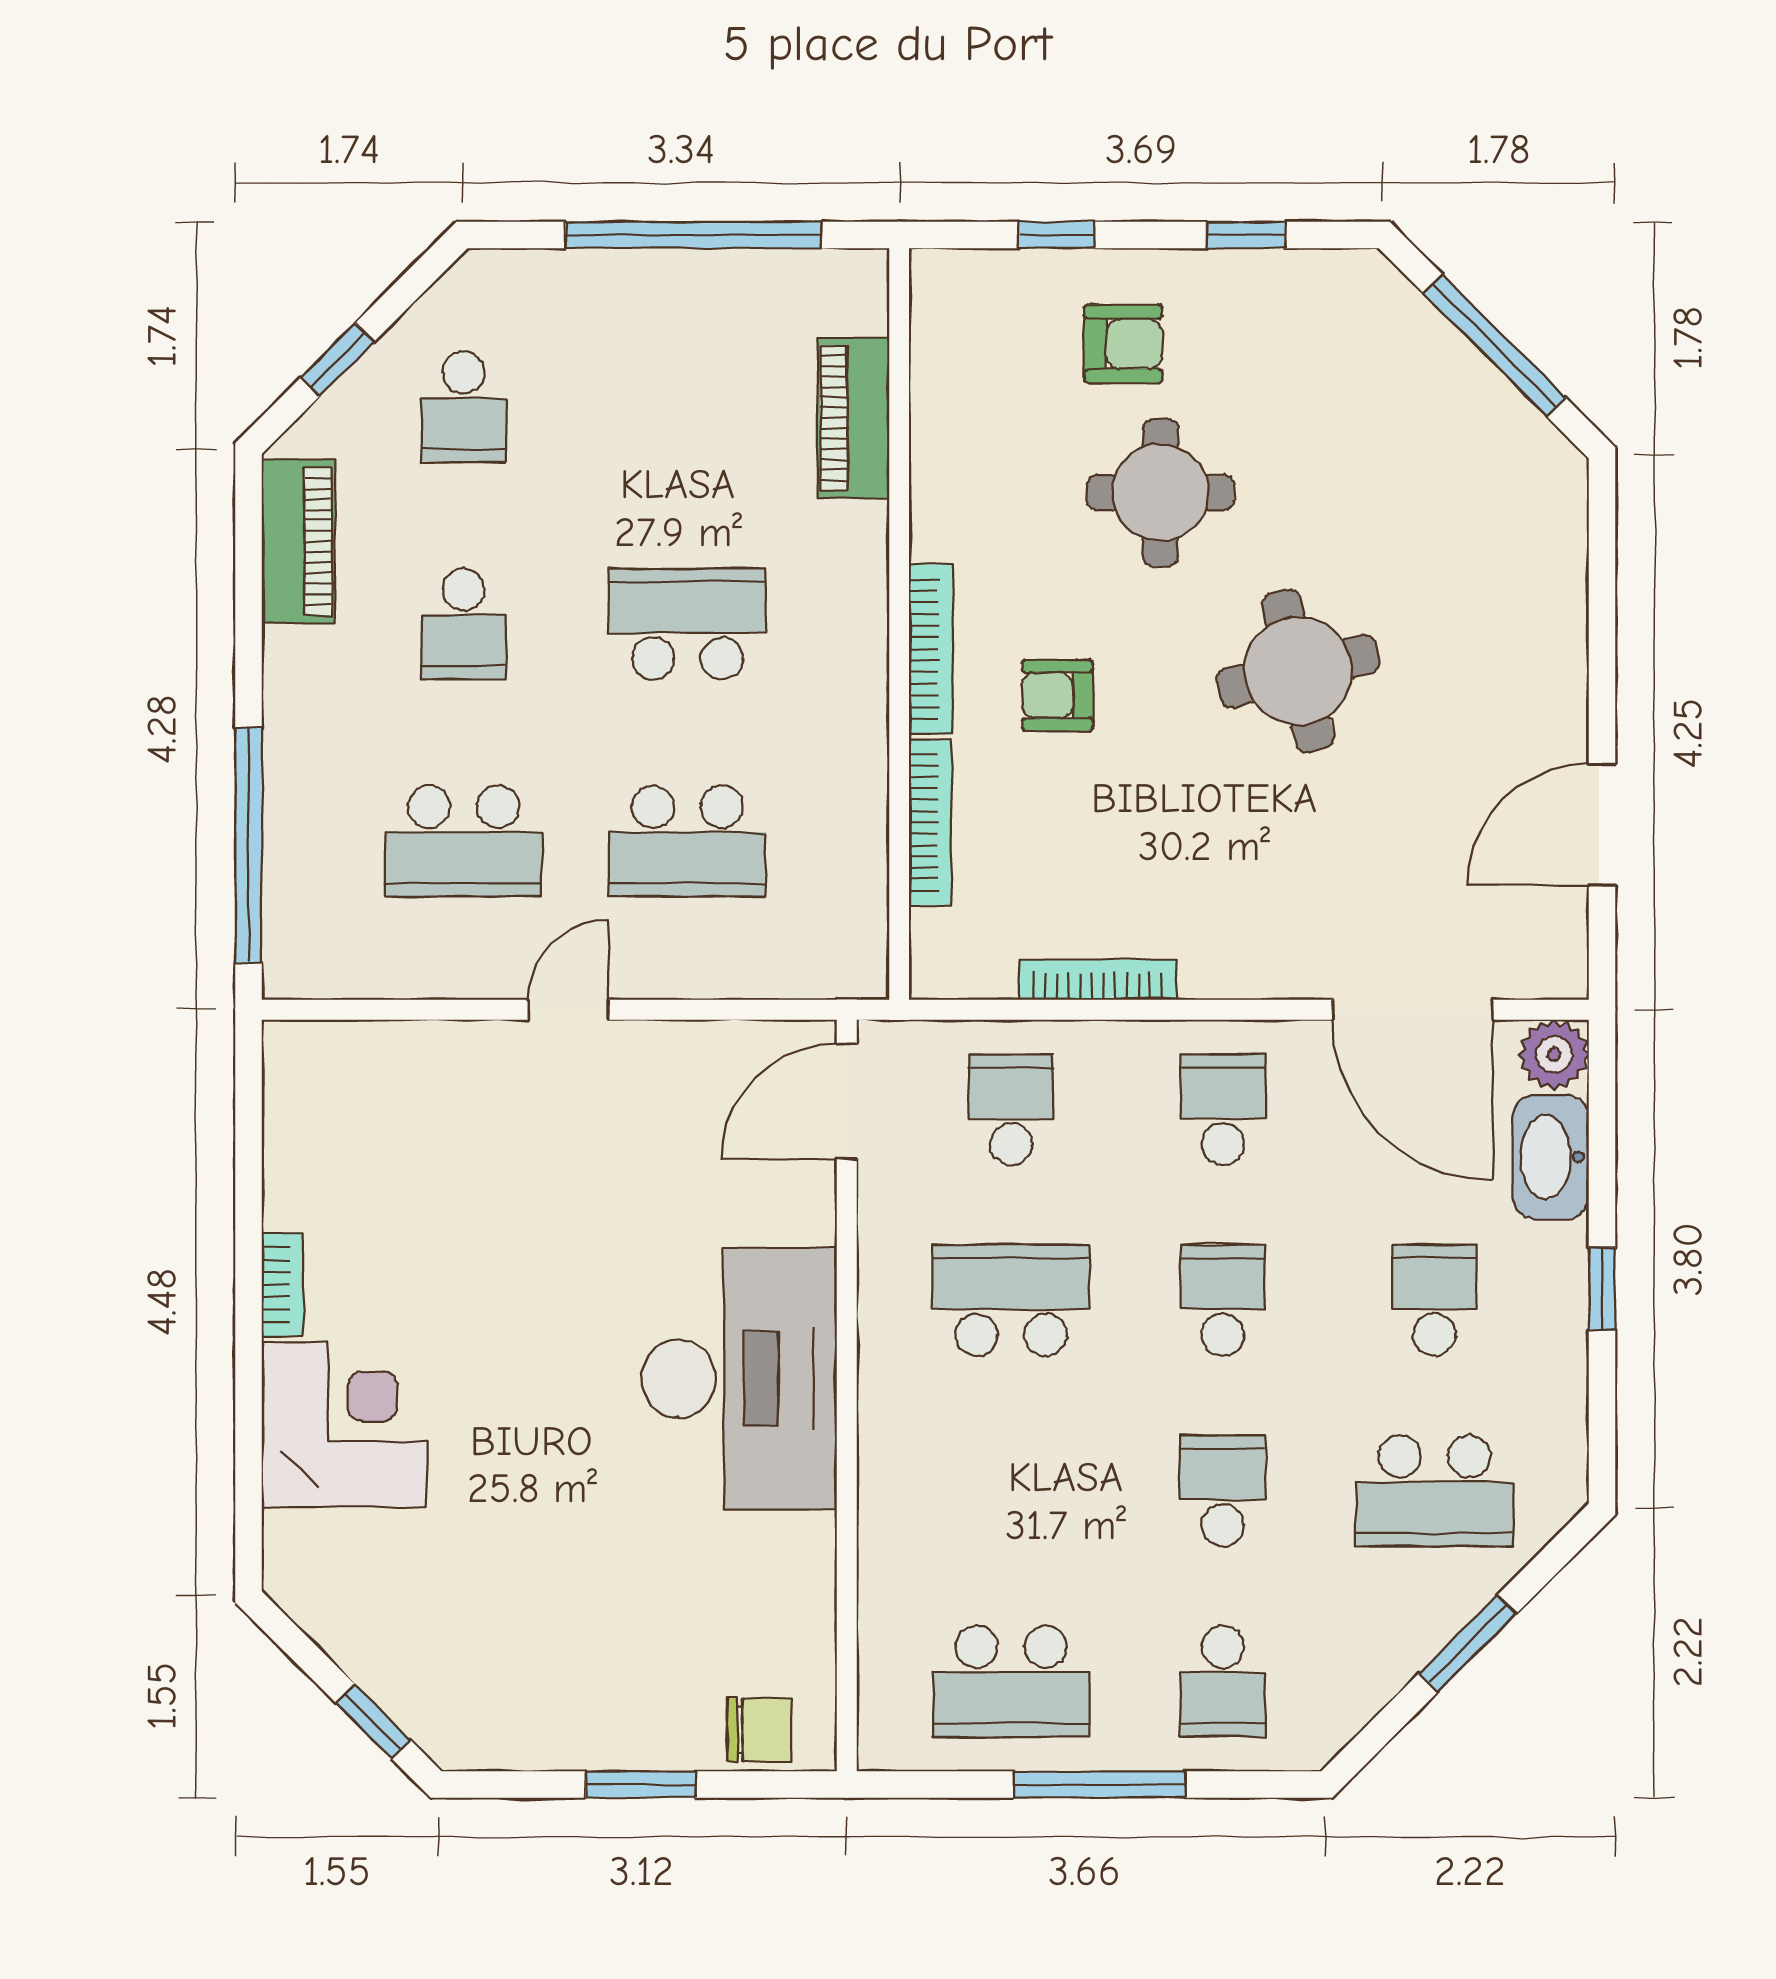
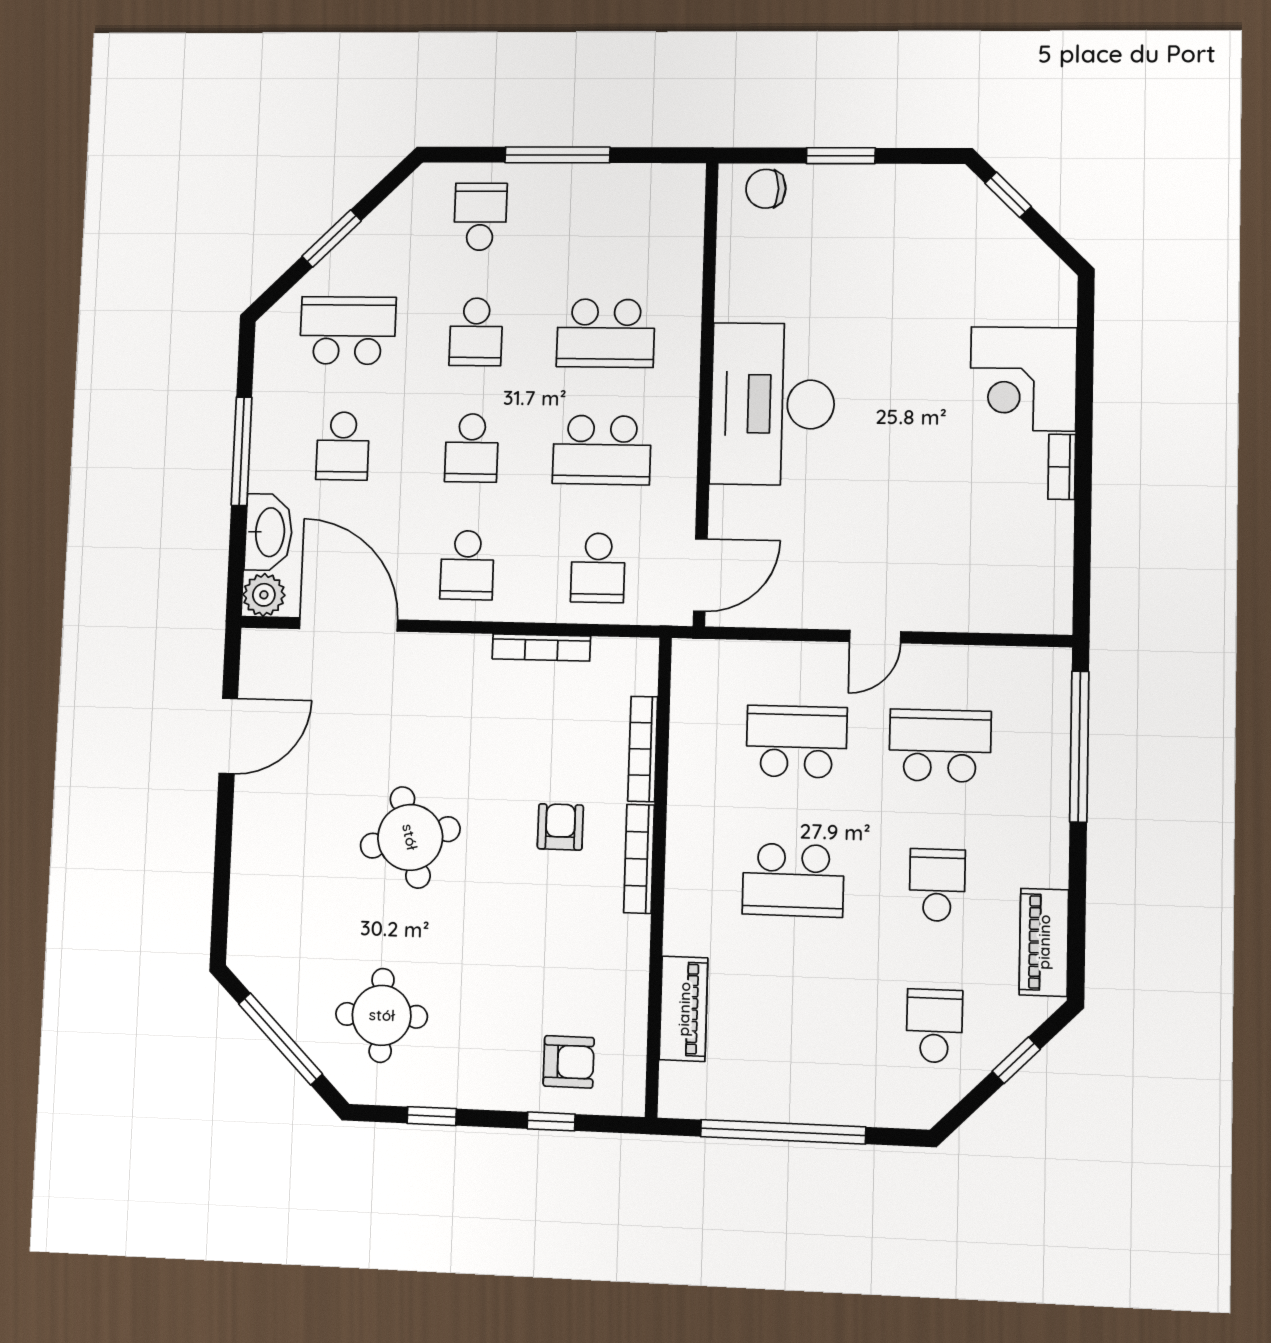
armchair: (1123, 344) -> (569, 1062), moved, turned 180
round table: (1160, 493) -> (382, 1015), moved
armchair: (1057, 695) -> (560, 827), turned -90
window: (1602, 1289) -> (242, 451), width x2.17
school desk: (1011, 1681) -> (606, 333), moved, turned 180

